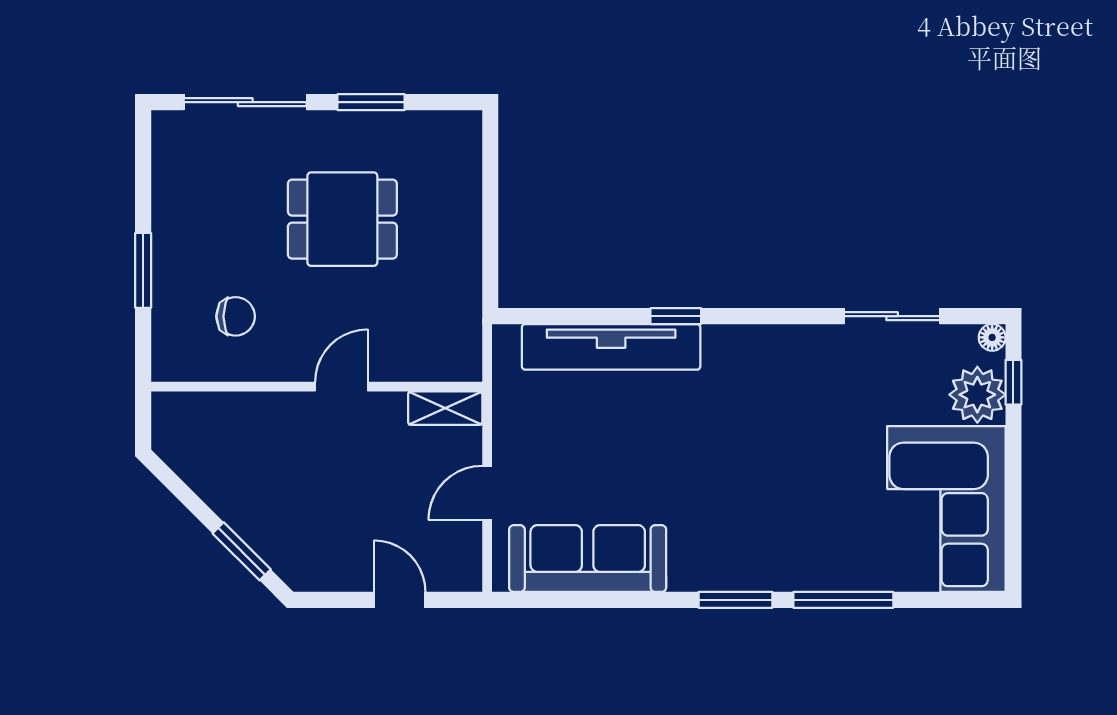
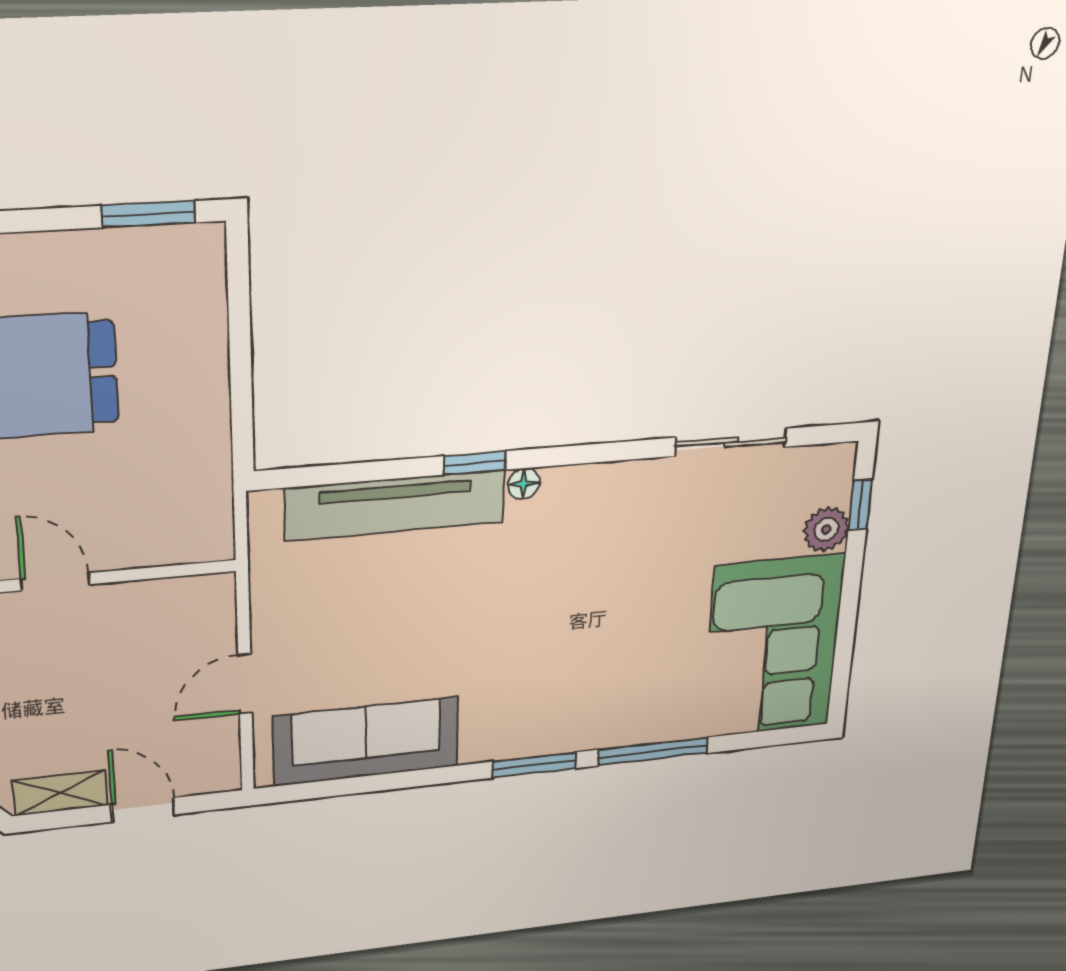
window: (371, 102) -> (149, 214), moved
floor lamp: (992, 337) -> (524, 484), moved
door: (341, 387) -> (55, 582), hinge flipped
plant: (977, 395) -> (826, 529), width x0.73, depth x0.73
shelving: (445, 408) -> (60, 793), moved

